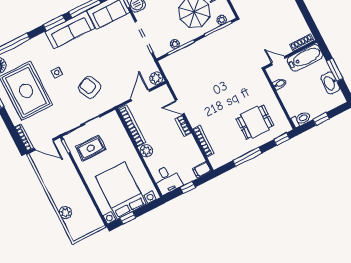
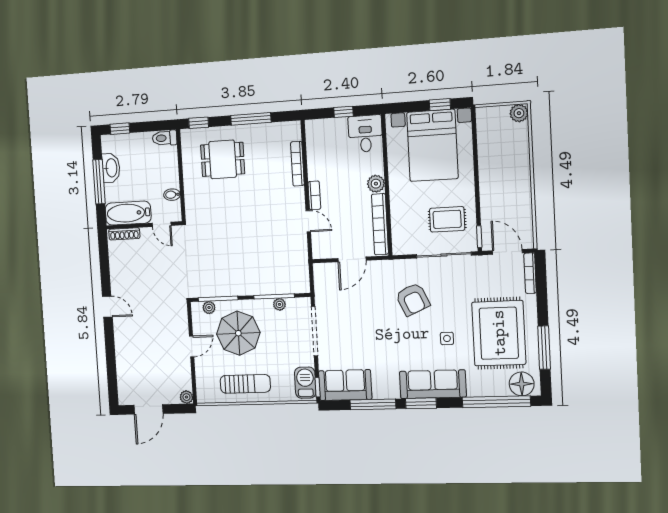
sofa: (70, 30) -> (433, 384), moved
window: (335, 70) -> (99, 182), width x1.44
plant: (156, 78) -> (322, 272), removed
window: (321, 119) -> (120, 129), moved
filing cabinet: (202, 170) -> (316, 127), removed
plant: (65, 213) -> (519, 113), moved

